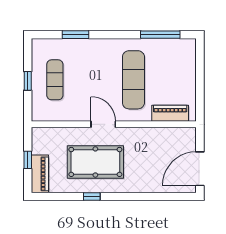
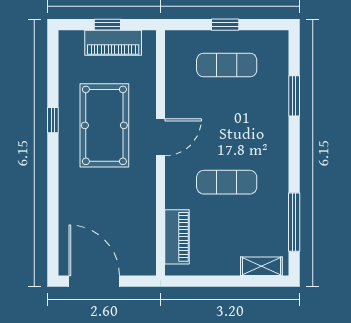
shelving: (190, 57) -> (261, 266), added
exercise mat: (133, 80) -> (227, 182), width x0.73, depth x0.69
piano: (40, 174) -> (113, 43), moved

